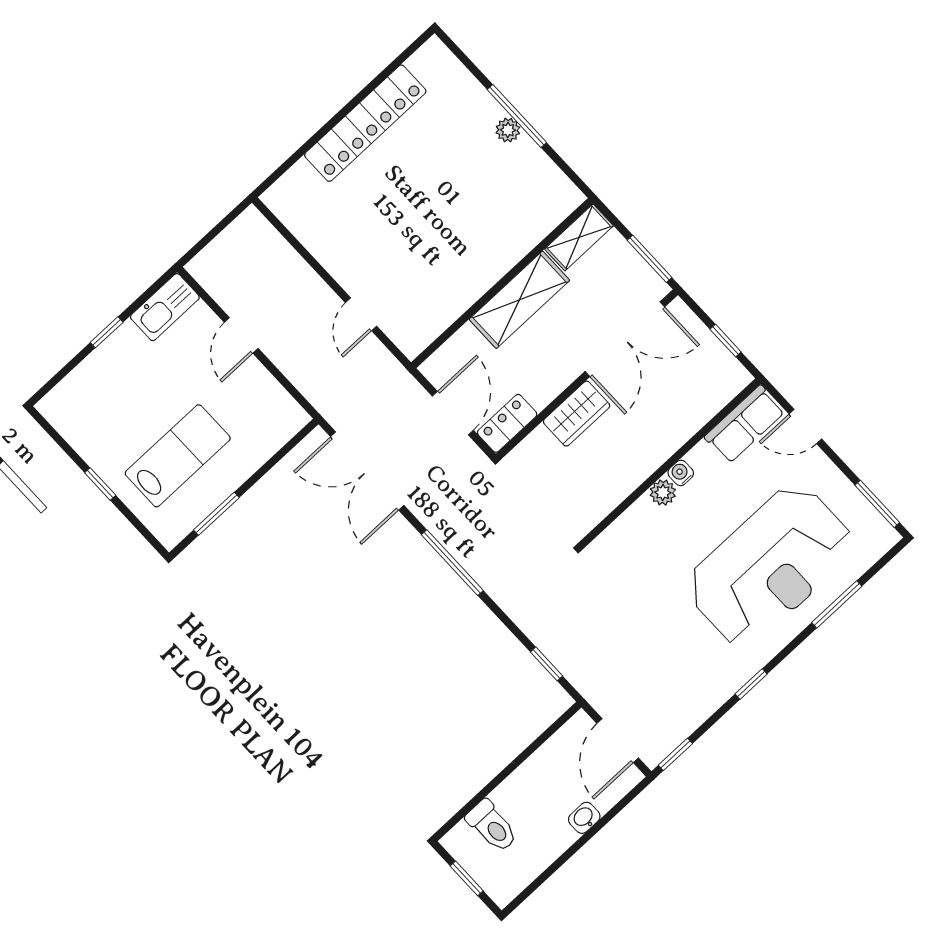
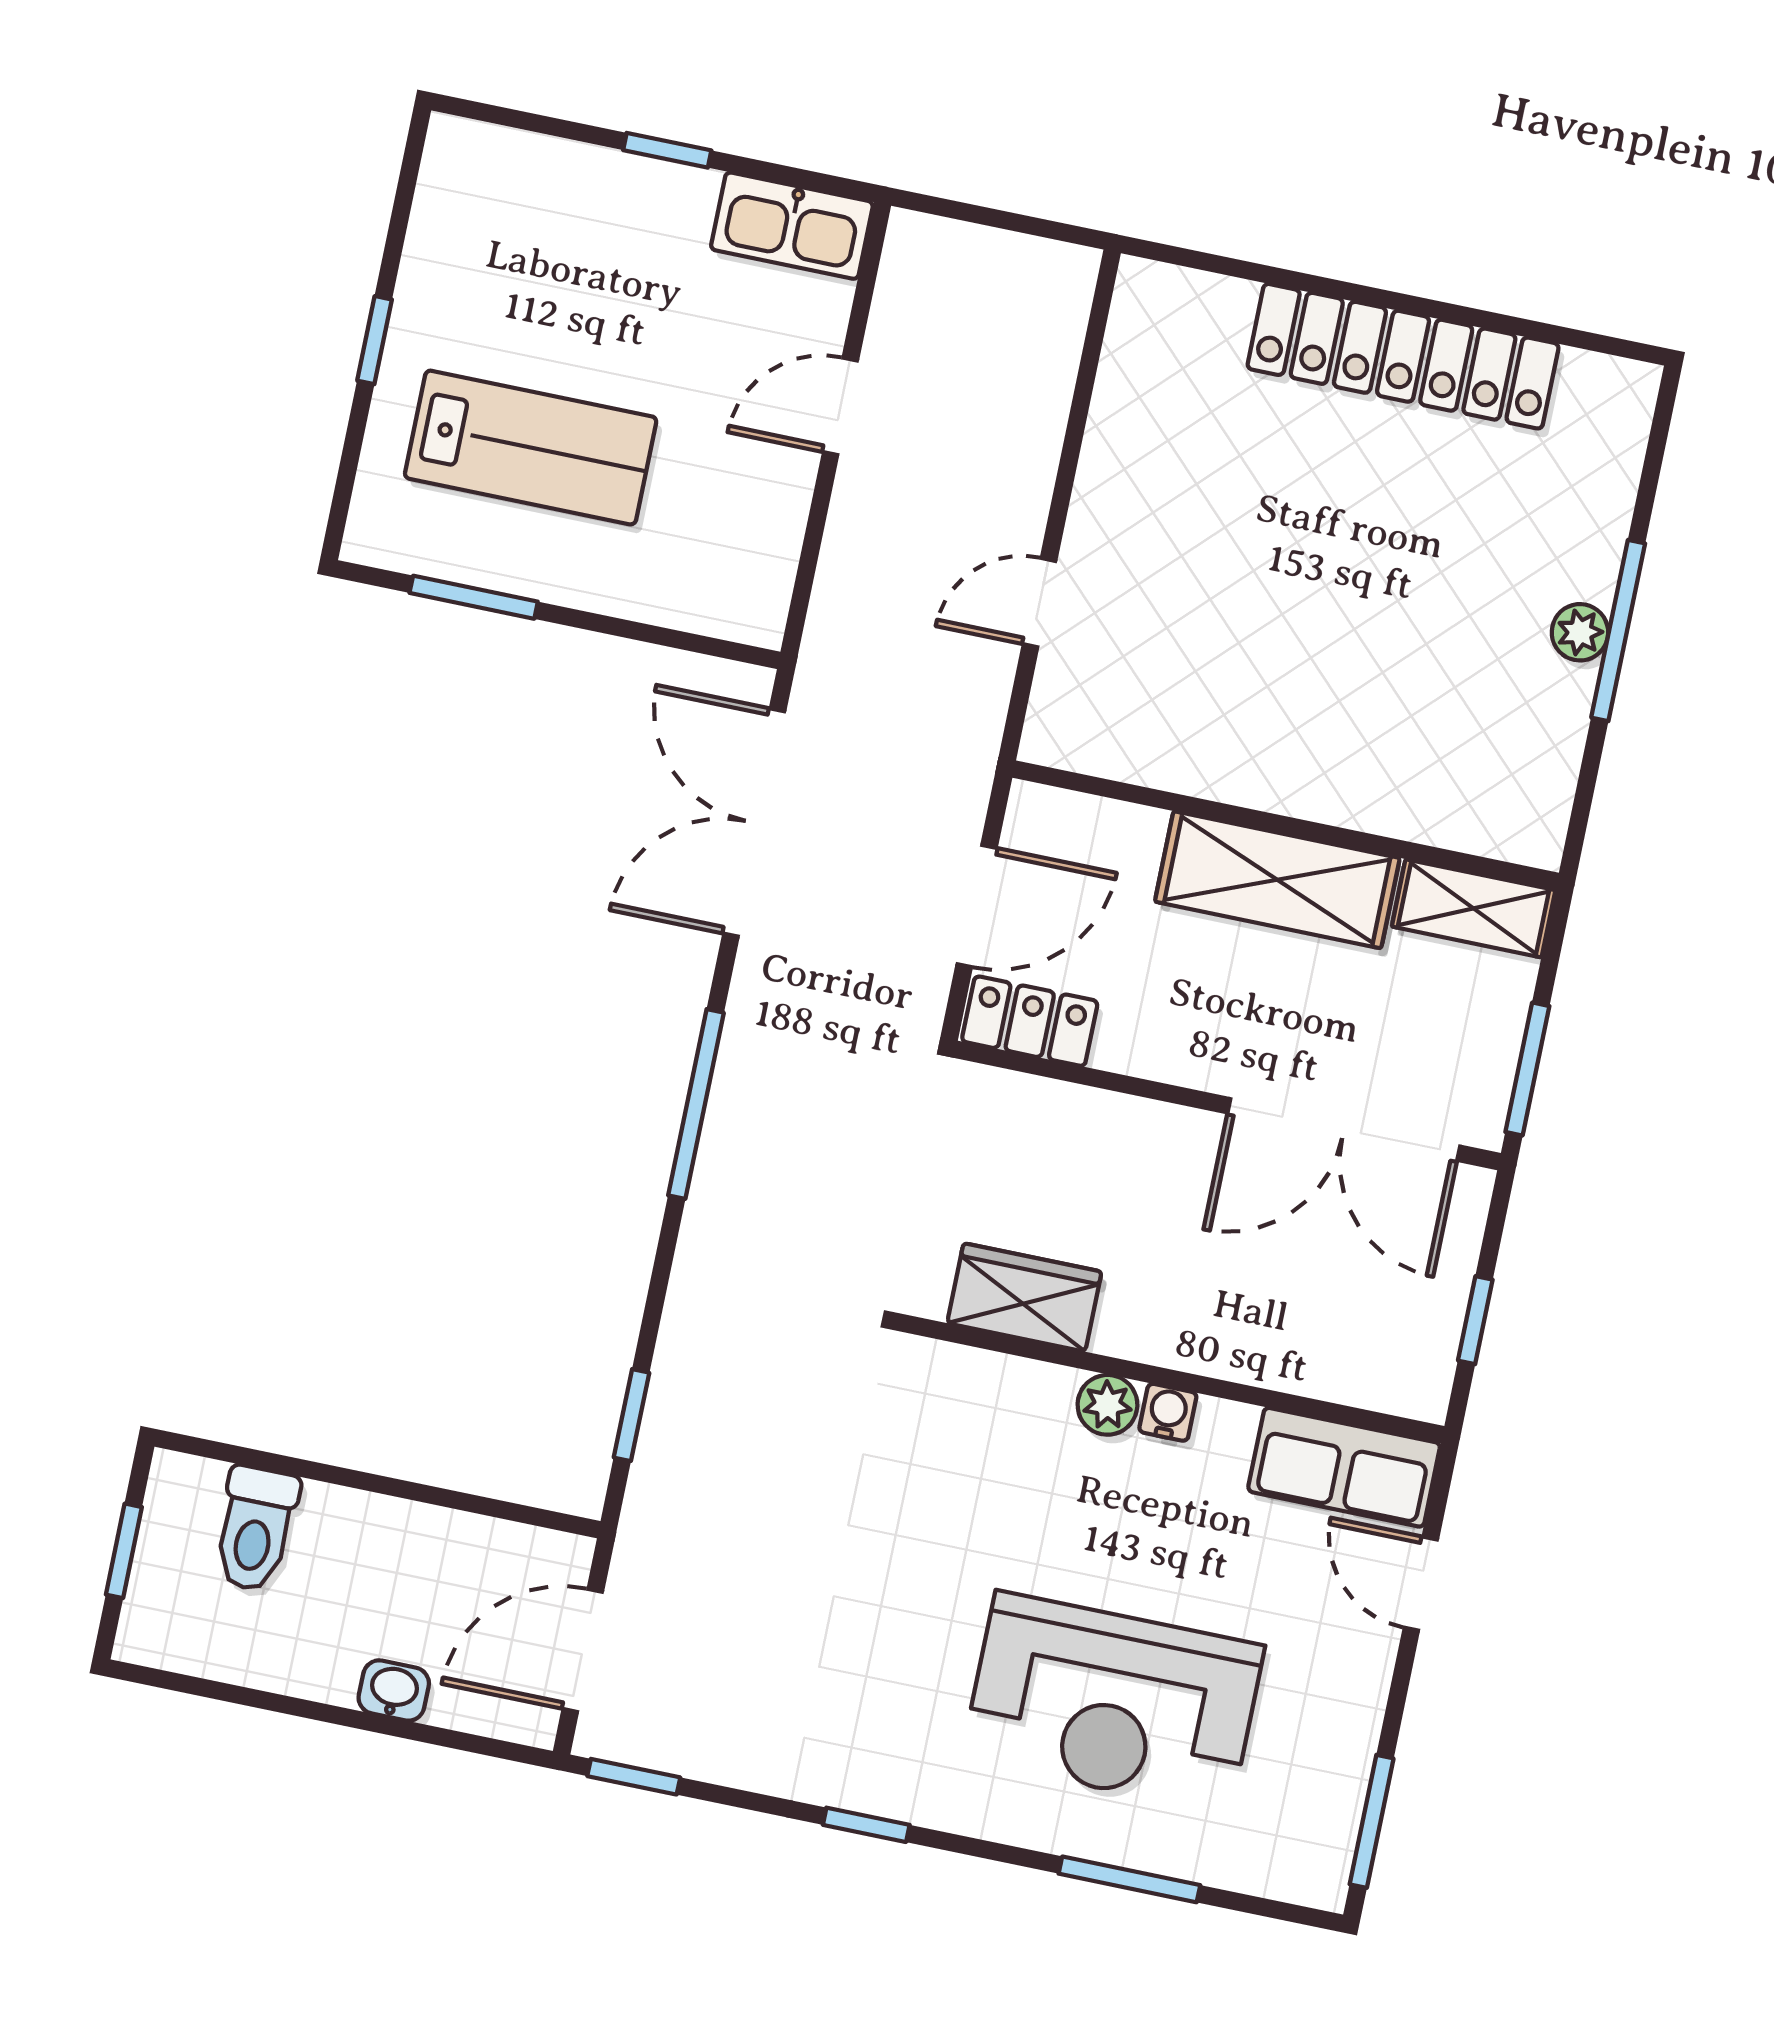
wardrobe: (577, 414) -> (1024, 1297), moved, turned 180
reception desk: (770, 566) -> (1113, 1702), width x0.74, depth x0.77

